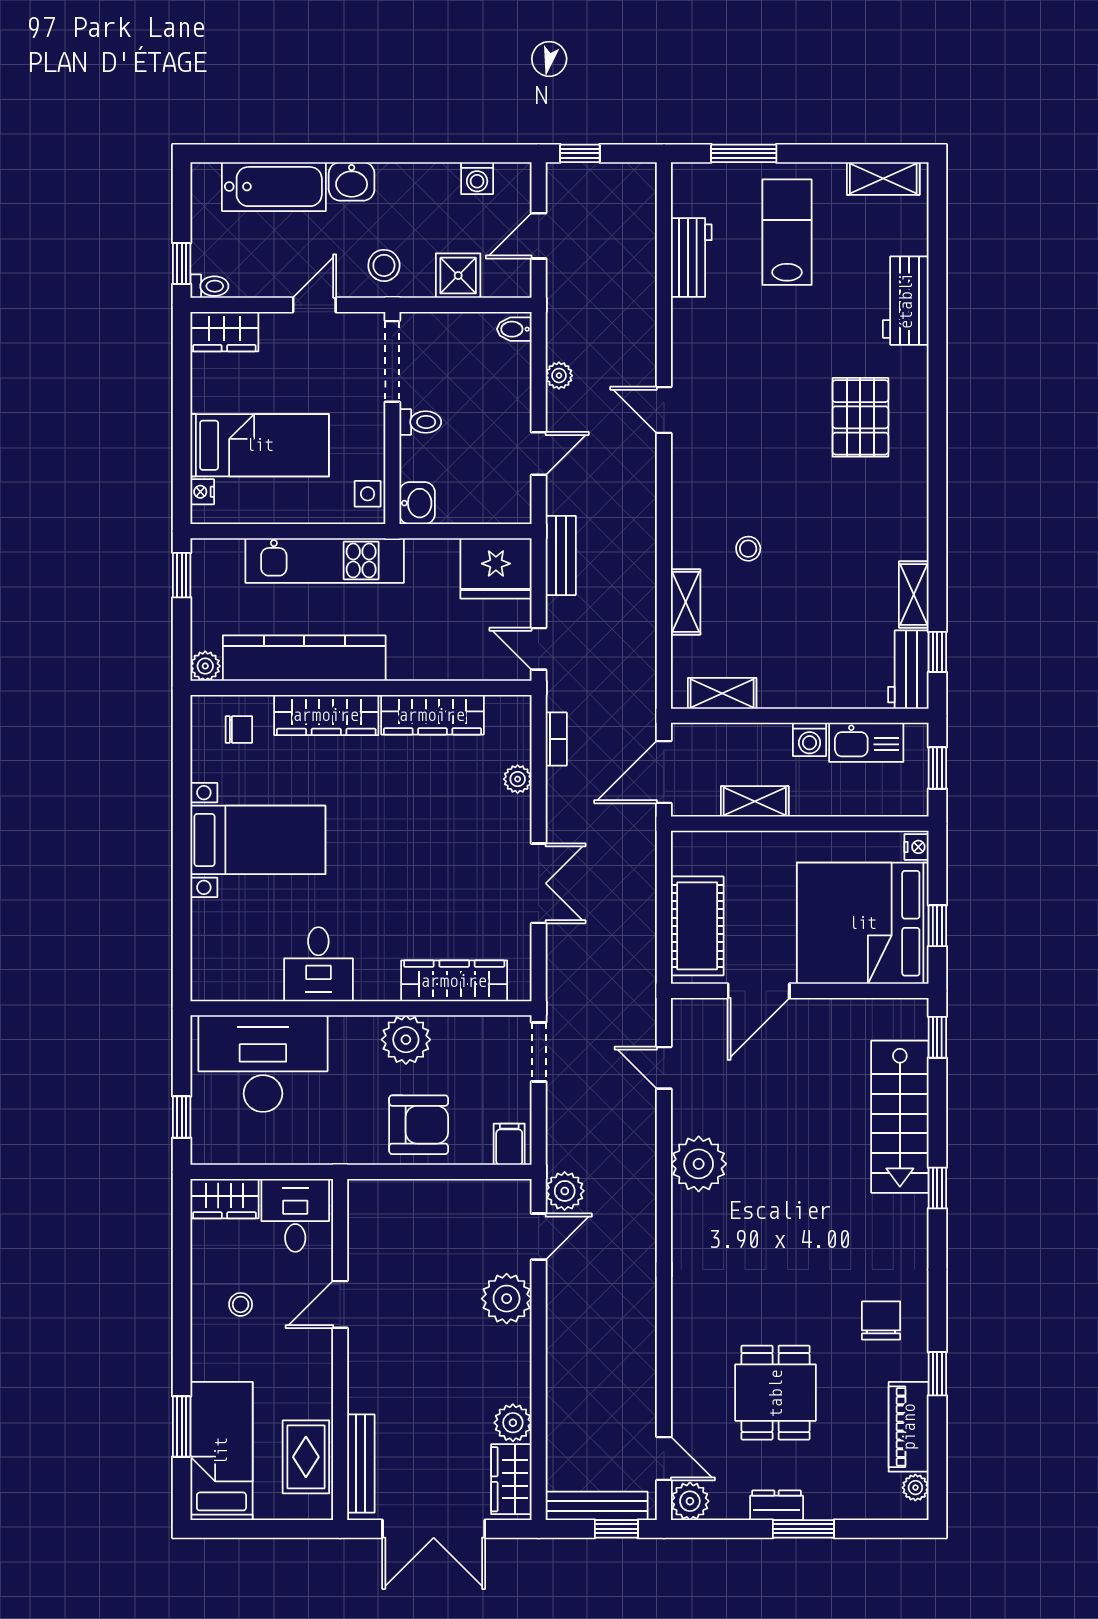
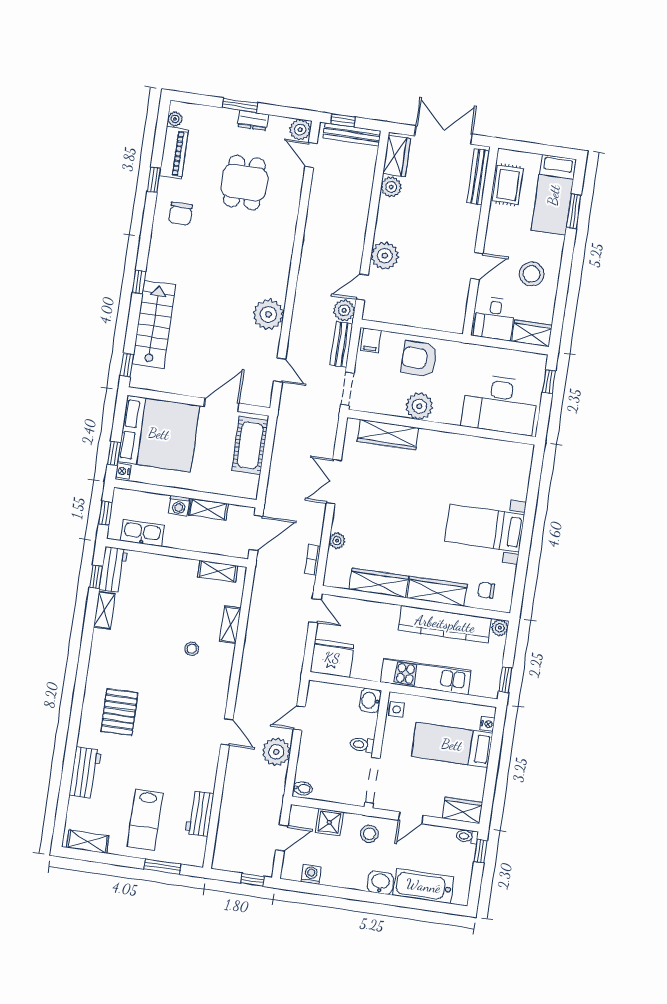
plant: (559, 376) -> (276, 752), width x1.88, depth x1.88
bench: (561, 555) -> (341, 344), moved
washing machine: (810, 739) -> (179, 506), moved, turned 180
window: (937, 926) -> (114, 453), moved
desk: (318, 964) -> (461, 455), removed
stool: (241, 1304) -> (532, 274), width x1.89, depth x1.89

